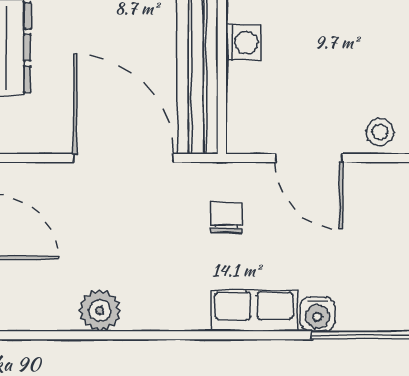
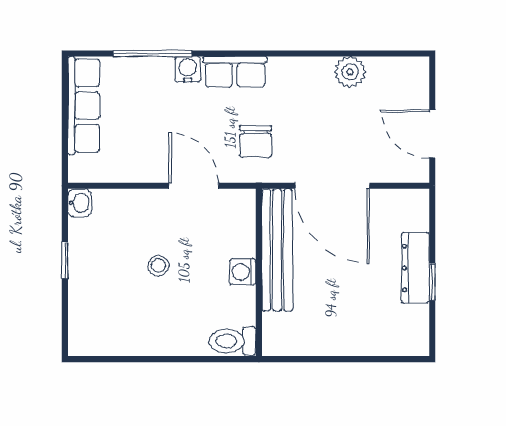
stool: (380, 132) -> (158, 265), moved
chair: (226, 217) -> (256, 141), width x1.37, depth x1.37

